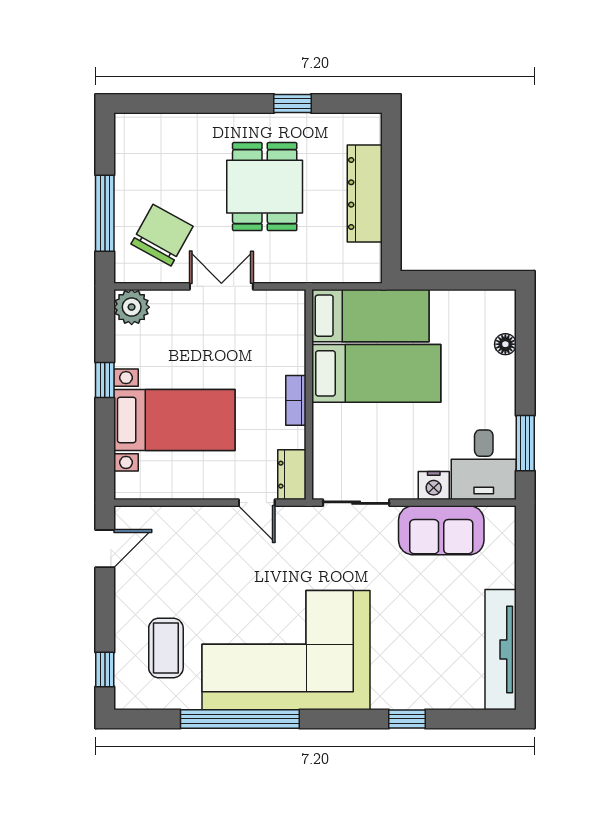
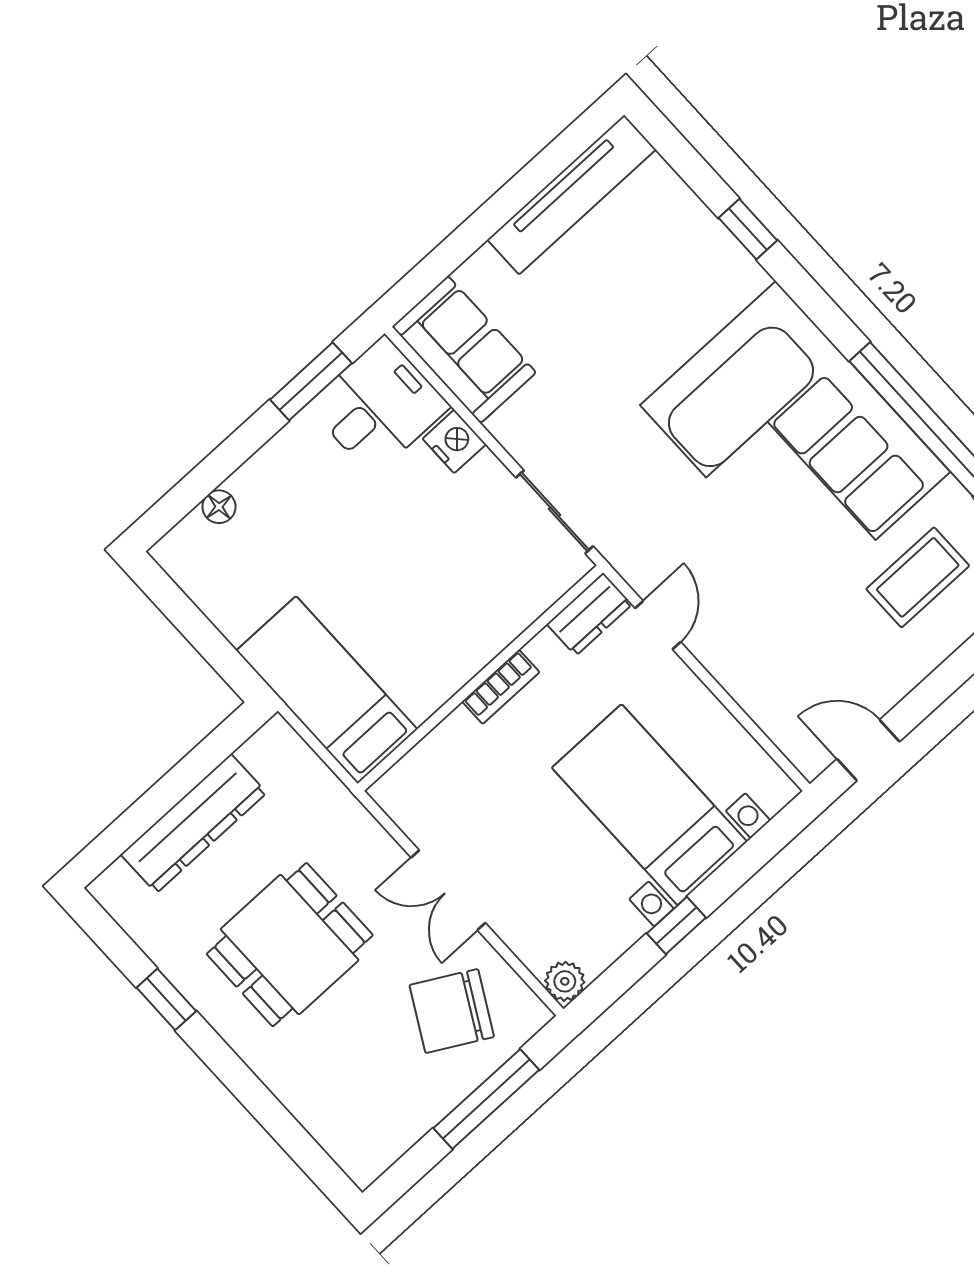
plant: (132, 307) -> (565, 981), width x0.73, depth x0.73
bed: (376, 373) -> (386, 623), removed
sofa: (441, 530) -> (464, 350), moved

